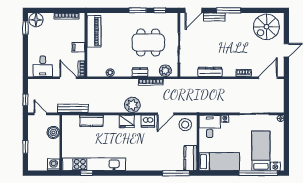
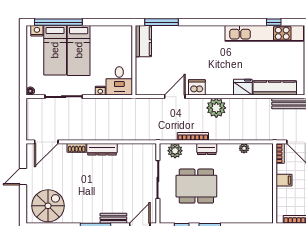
piano: (94, 31) -> (265, 200), removed
dresser: (210, 72) -> (102, 149), moved
kitchen counter: (92, 121) -> (275, 88), width x1.50
fridge: (127, 121) -> (243, 87), moved
stool: (185, 125) -> (150, 83), removed
bed: (219, 162) -> (79, 50), moved, turned -90

